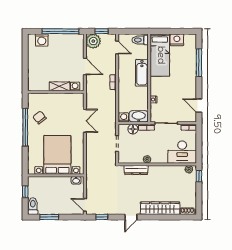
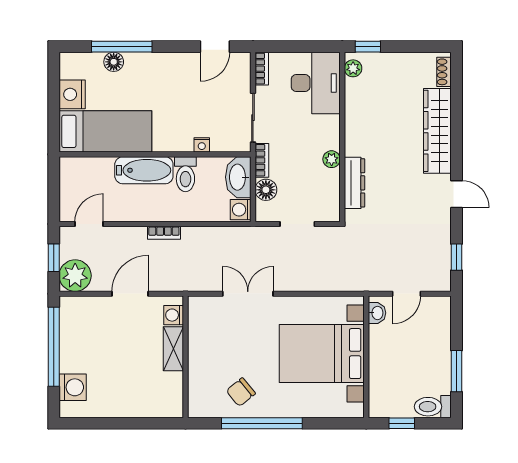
toilet: (140, 40) -> (185, 174), moved
floor lamp: (192, 59) -> (114, 62), added
door: (85, 205) -> (406, 294), moved

